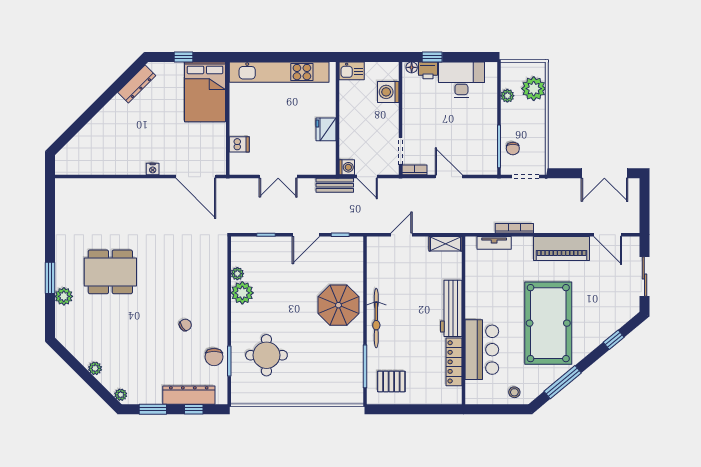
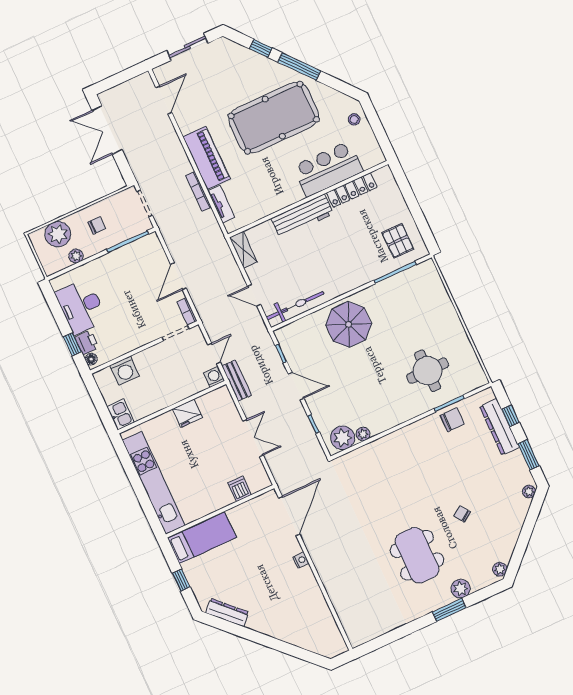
bed: (205, 92) -> (202, 538), width x0.67
chair: (513, 148) -> (97, 225), moved
double door: (604, 173) -> (107, 130), swing flipped
piano: (562, 248) -> (206, 158), moved
plant: (242, 293) -> (343, 438), moved
bicycle: (376, 318) -> (295, 306), moved
chair: (185, 325) -> (462, 514), moved
plant: (95, 368) -> (500, 569), moved
window: (563, 382) -> (299, 66), moved

